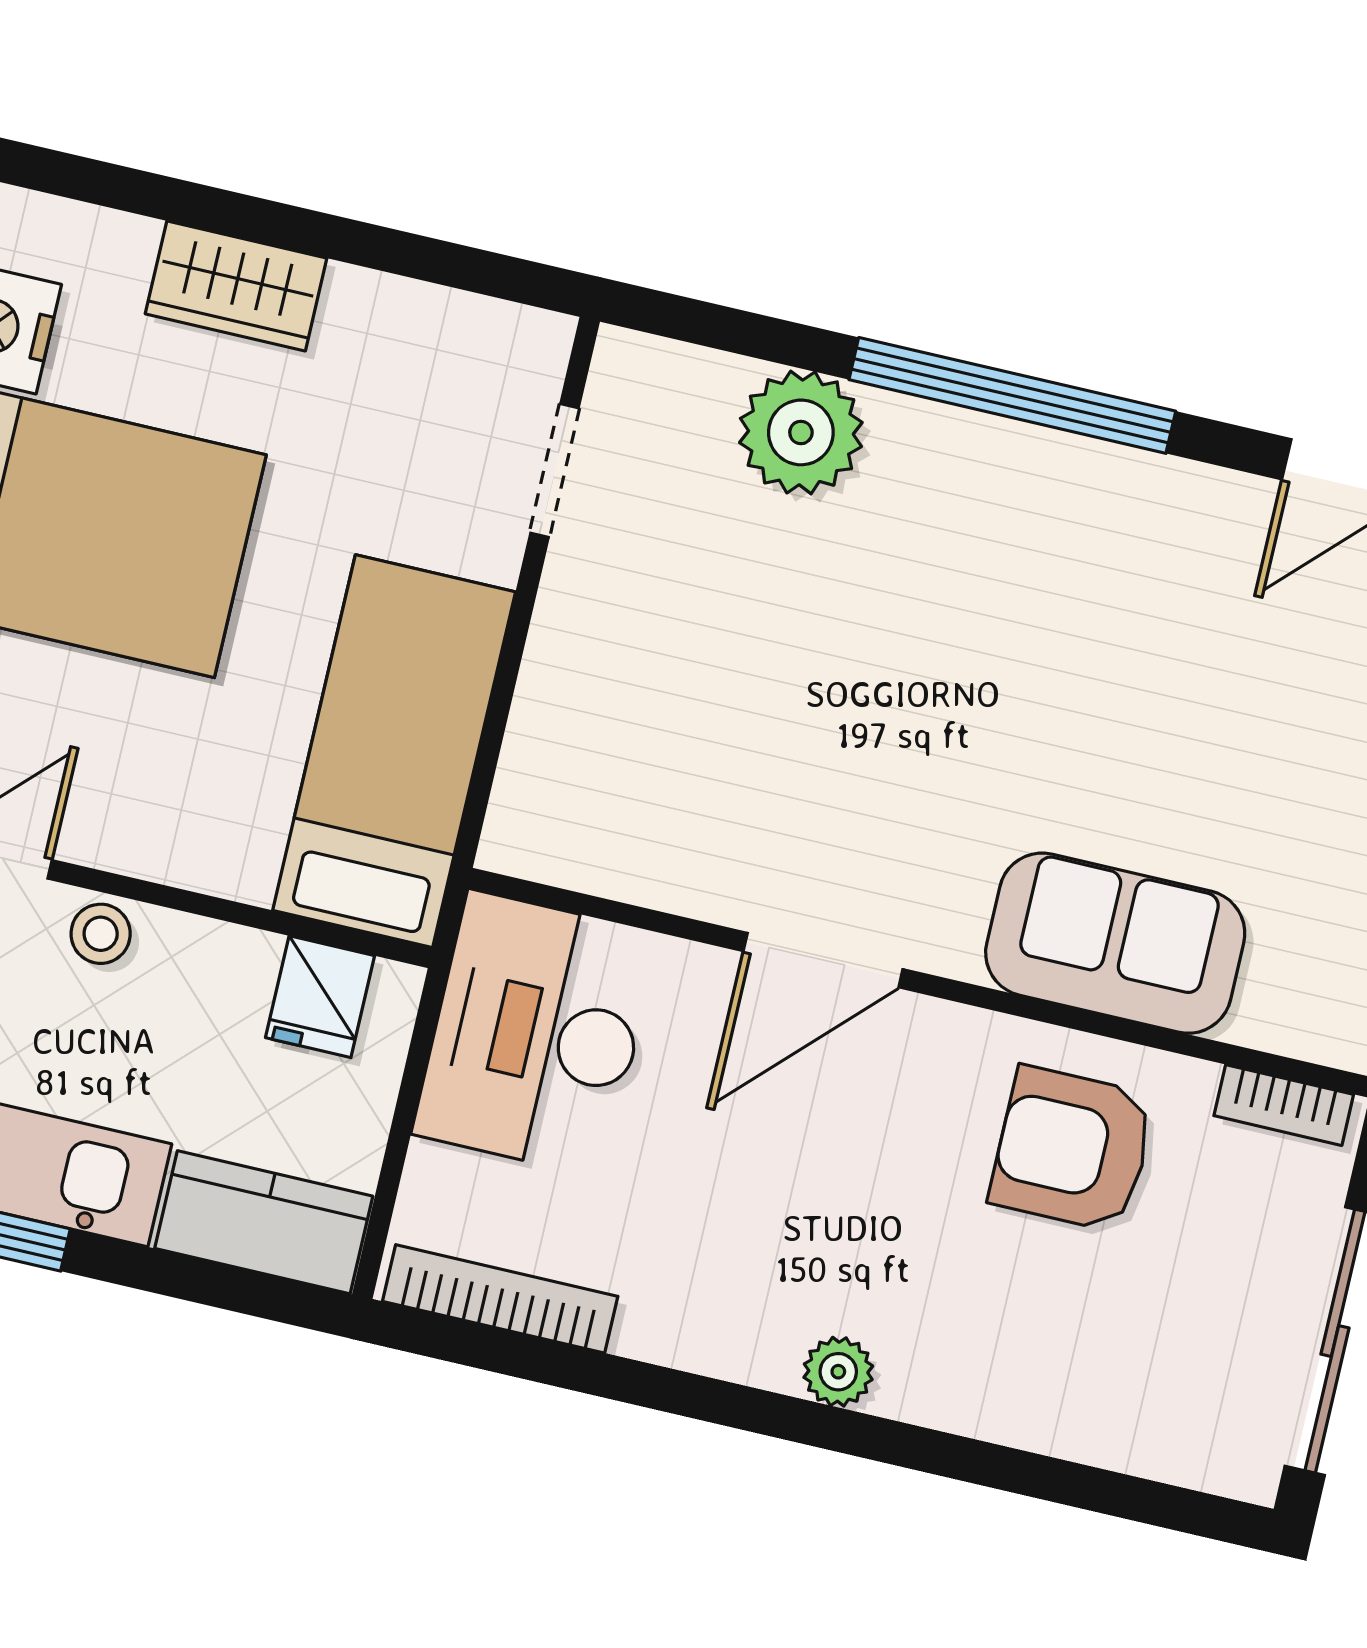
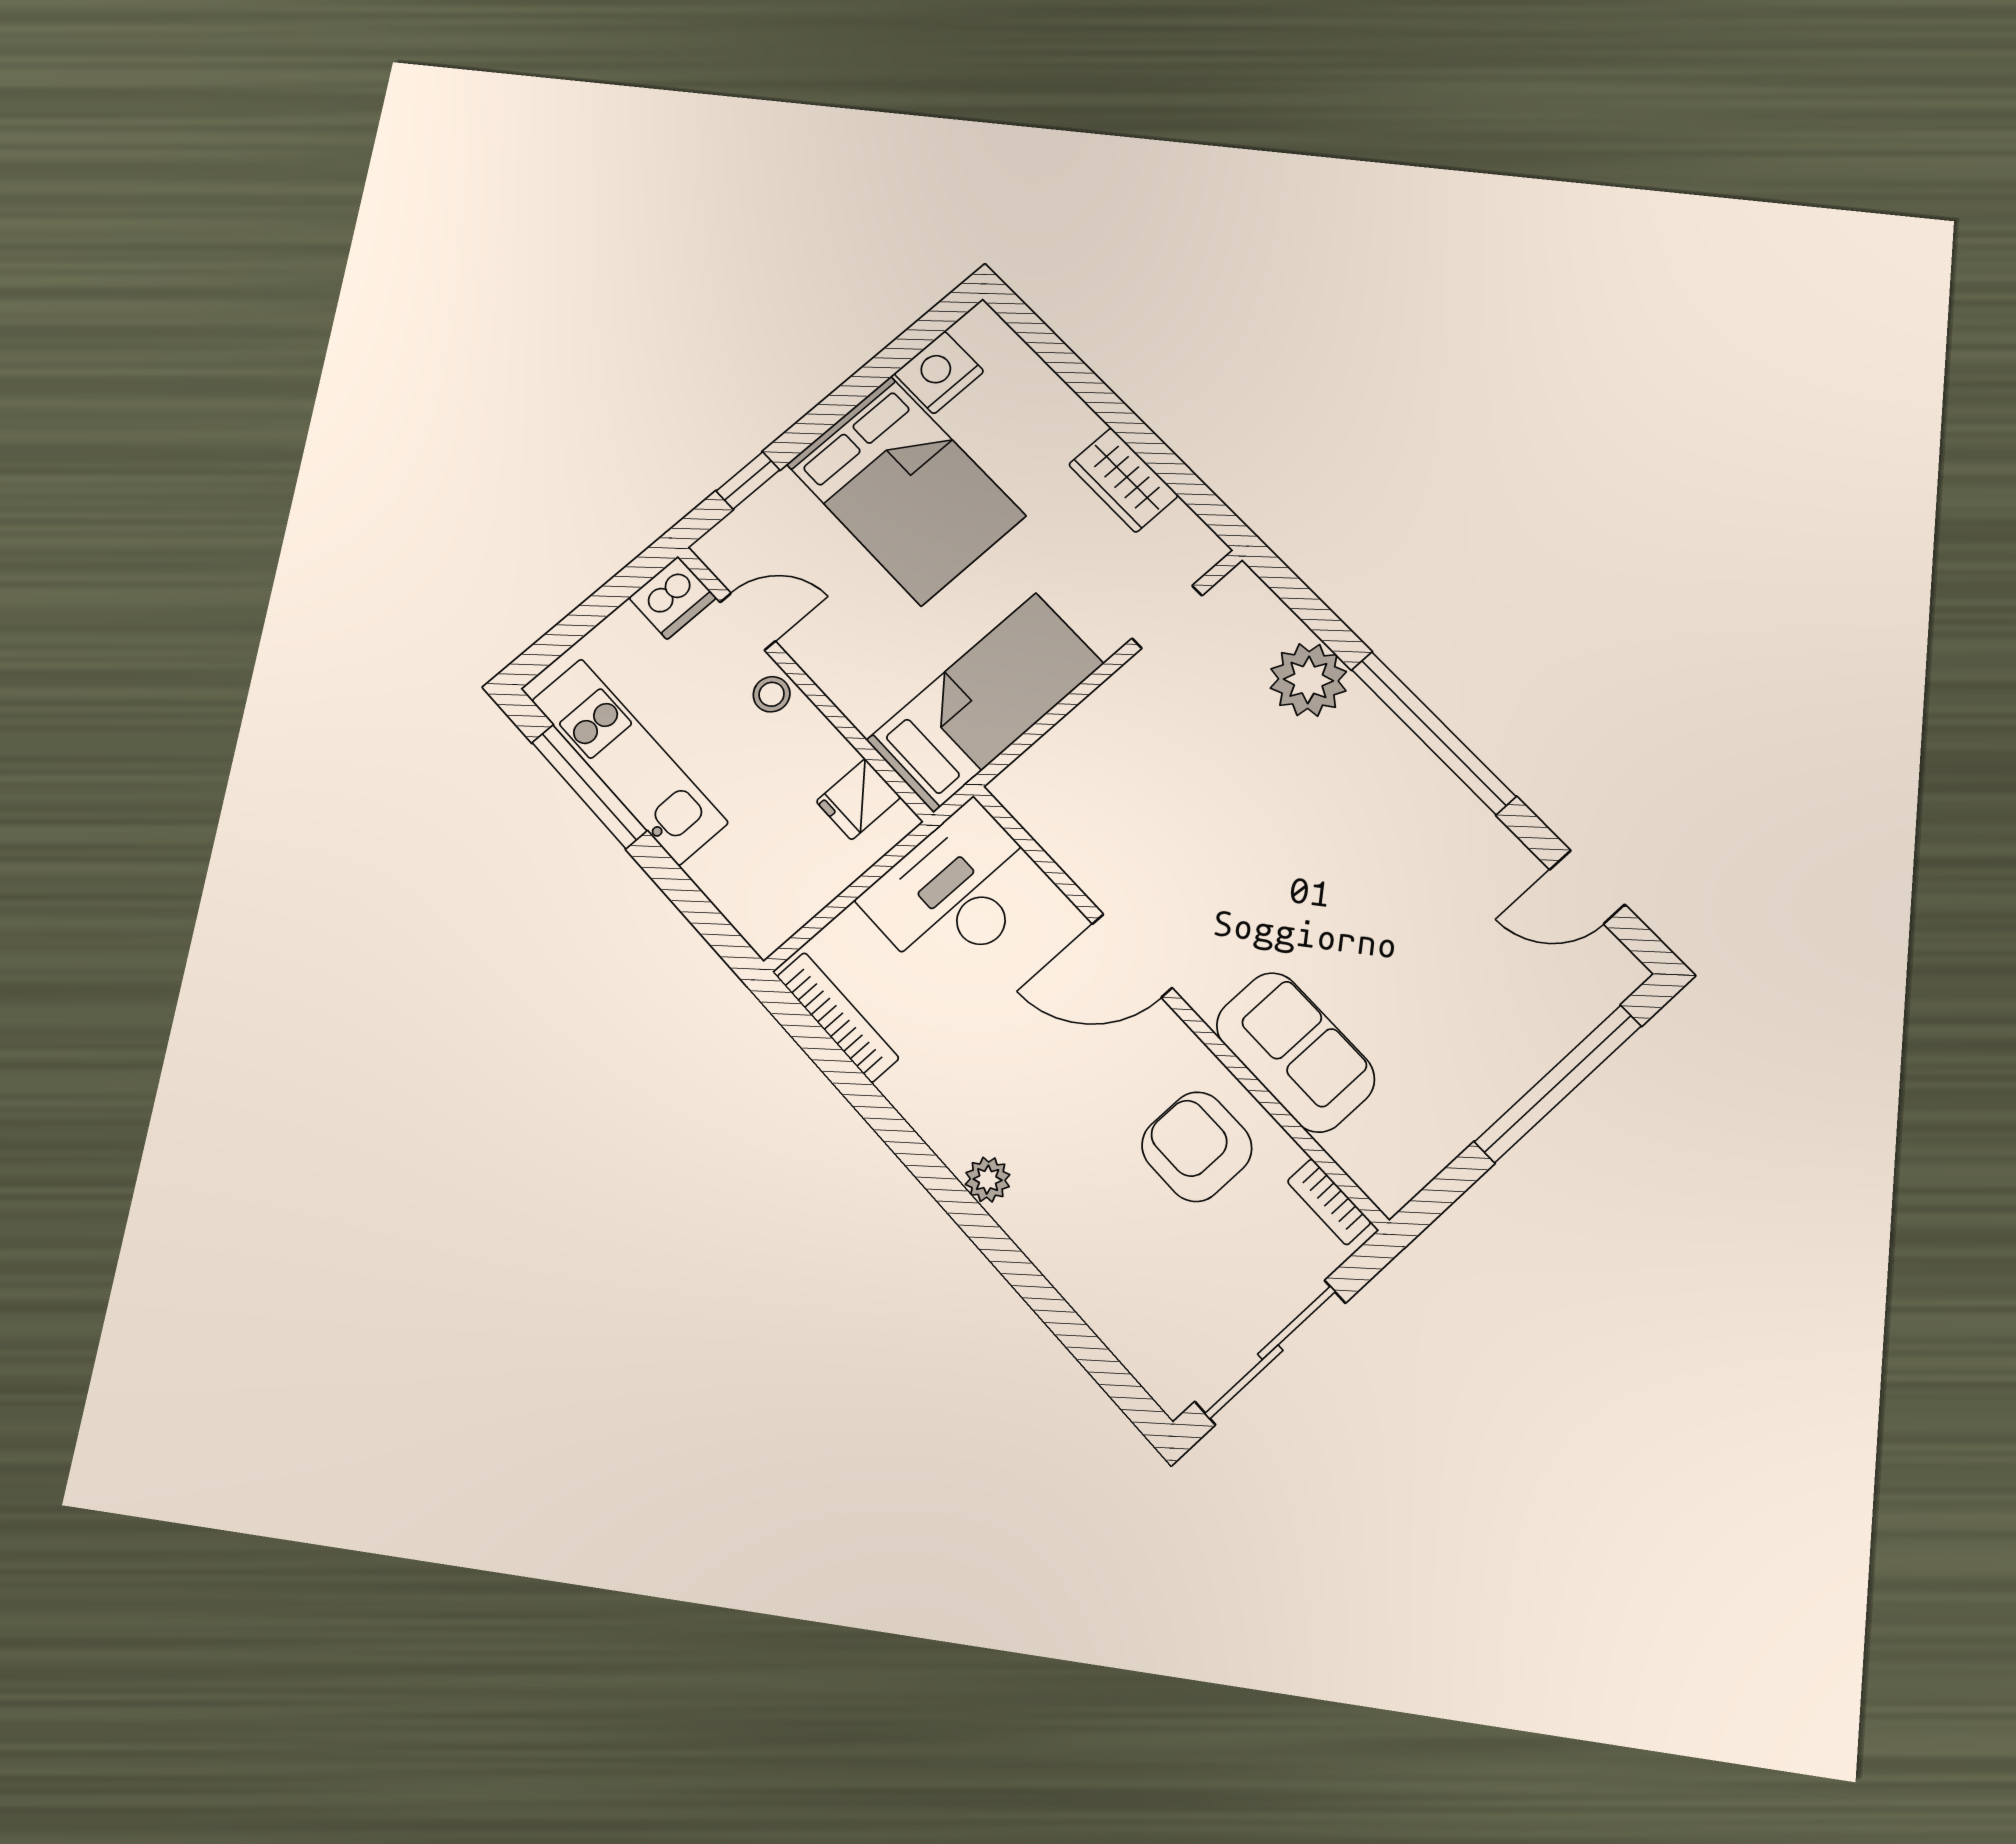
wardrobe: (236, 286) -> (1123, 480), moved
kitchen counter: (264, 1222) -> (746, 894), removed

